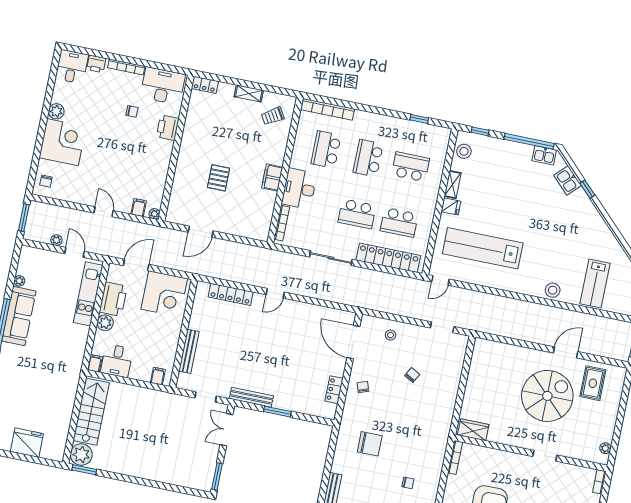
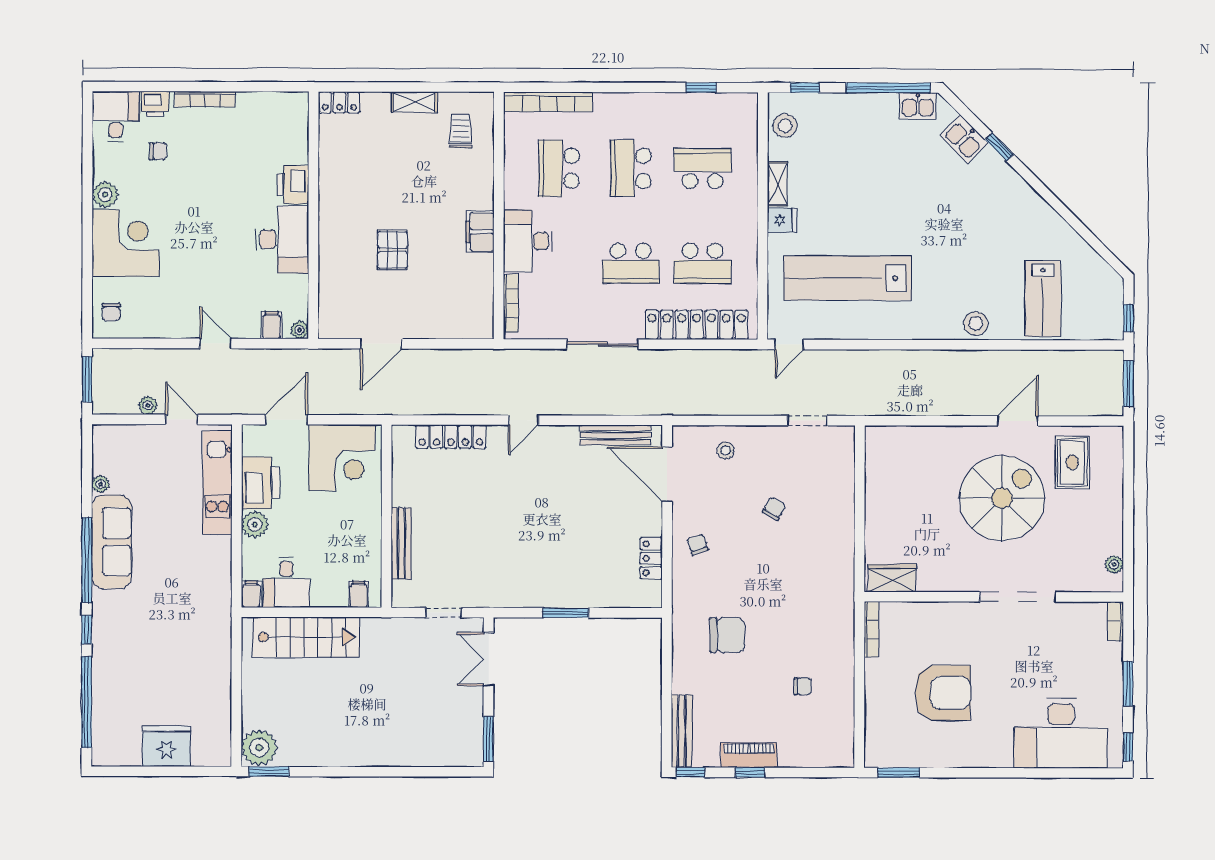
desk: (163, 86) -> (282, 239), moved, turned 90
chair: (132, 111) -> (158, 151), moved
trolley: (273, 116) -> (461, 131), turned 121
bench: (251, 397) -> (615, 435), moved
stairs: (91, 412) -> (306, 637), moved, turned 90
doorway: (545, 456) -> (1018, 597), width x1.88

